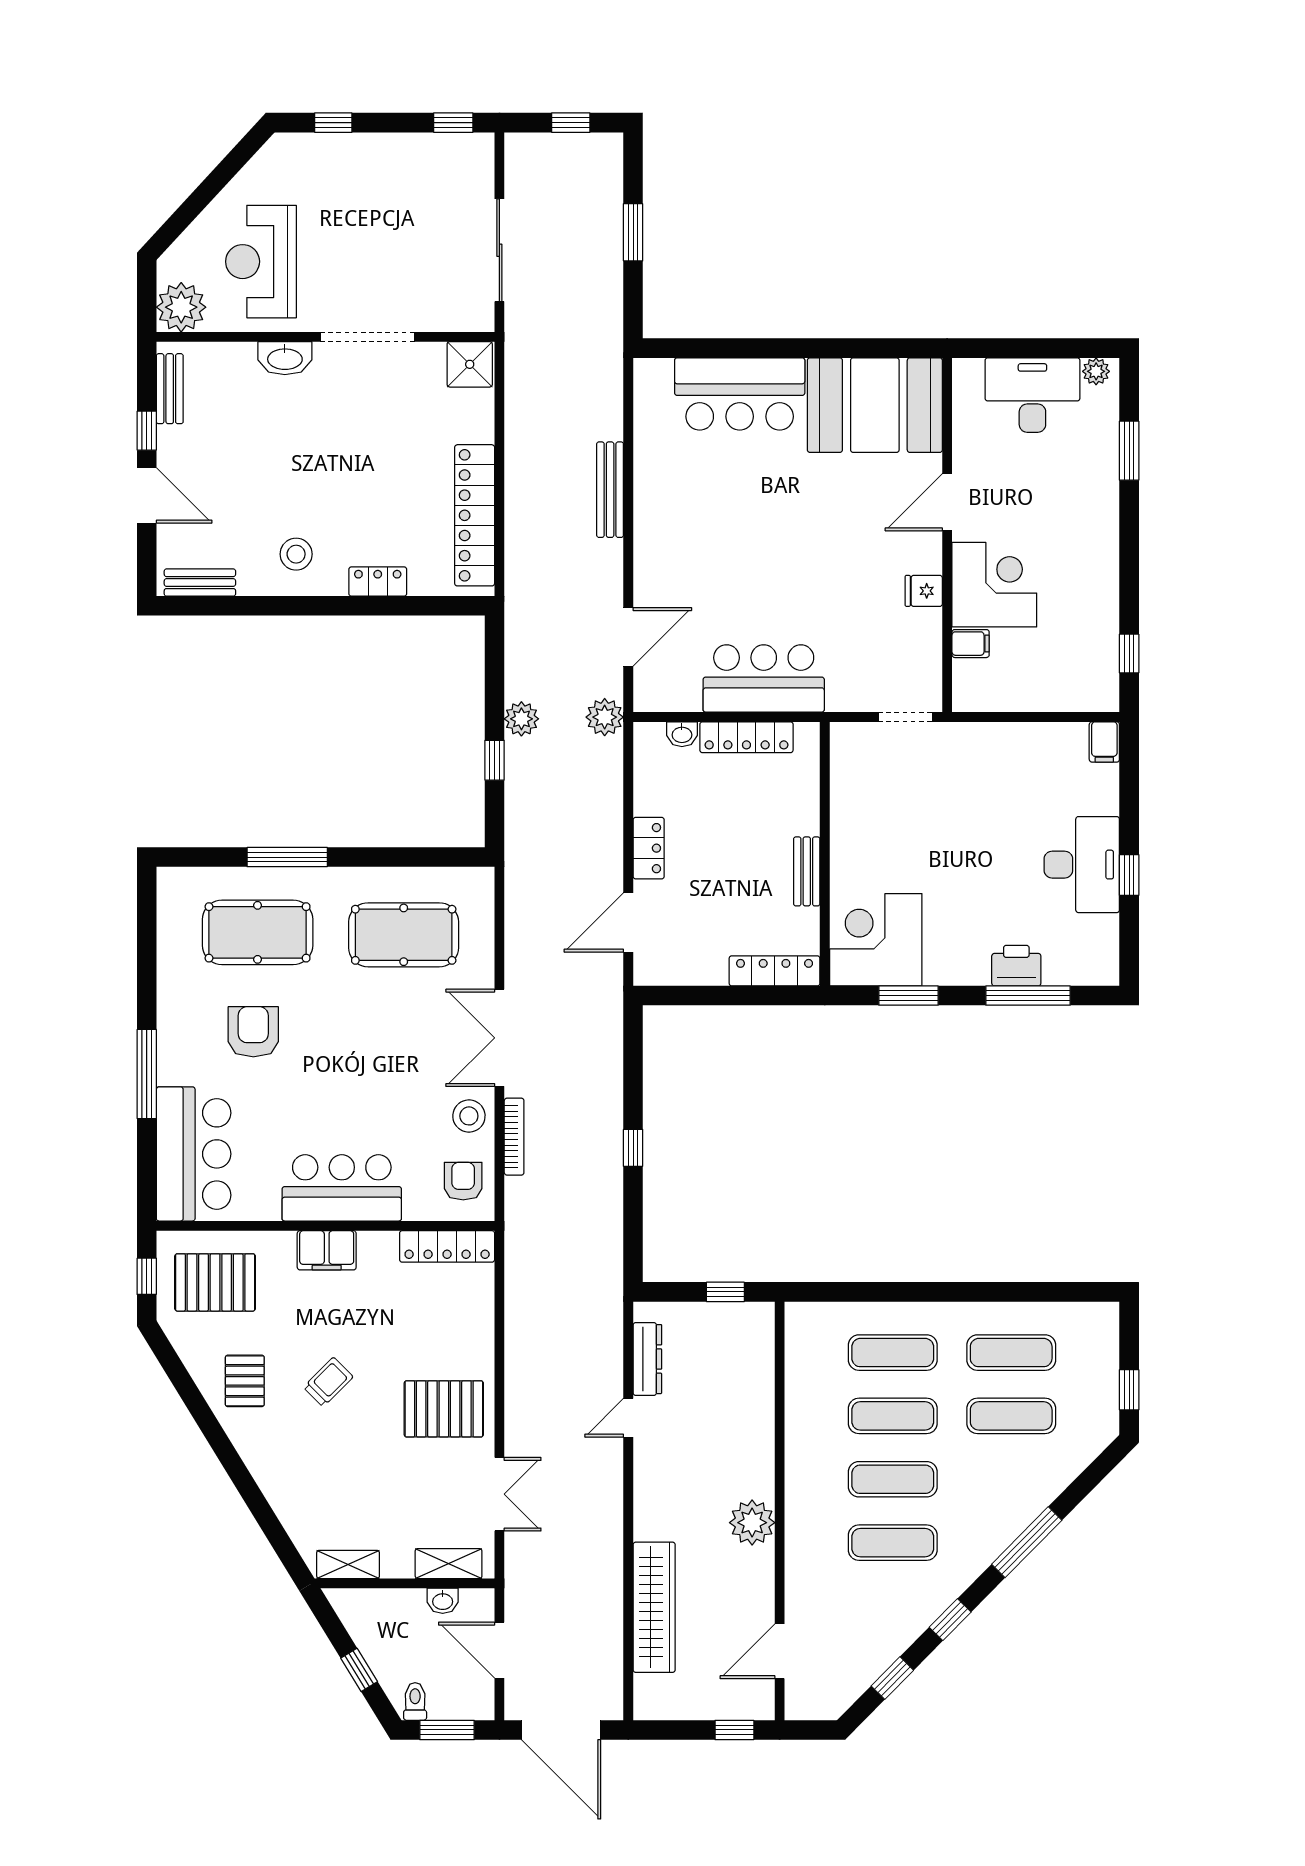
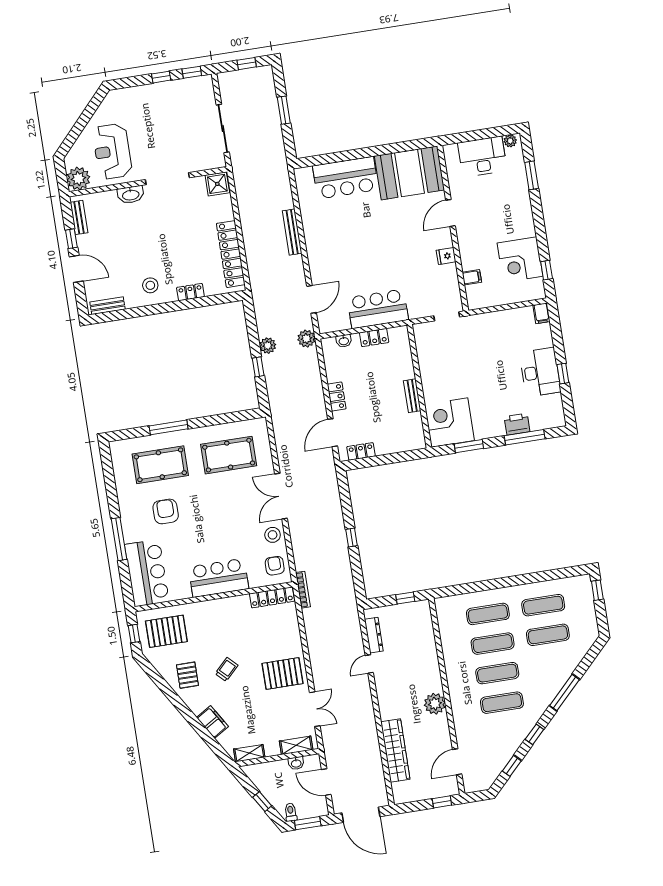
window: (333, 123) -> (161, 77), moved
corner desk: (994, 585) -> (520, 260), moved, turned 180
locker: (746, 737) -> (374, 338), width x0.66
locker: (775, 971) -> (361, 451), moved, width x0.66
bookcase: (514, 1137) -> (303, 590), moved
filing cabinet: (327, 1250) -> (212, 722), moved, turned -122
window: (1129, 1390) -> (597, 590), moved

